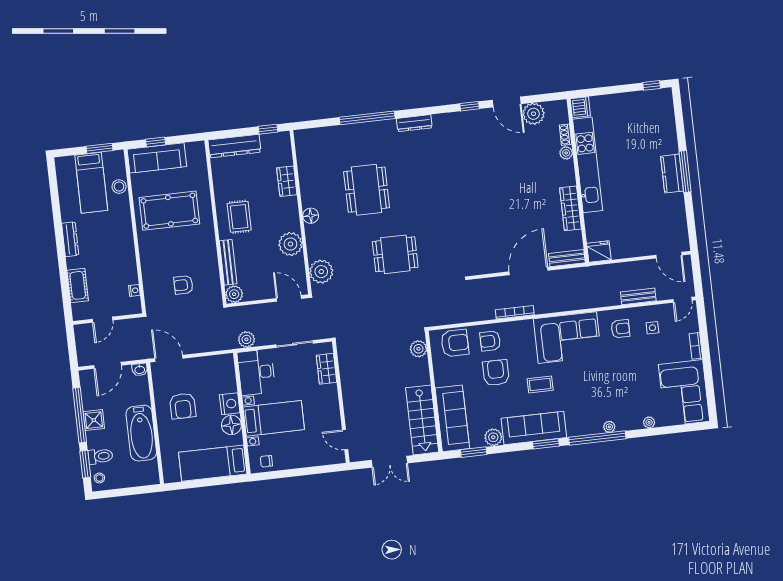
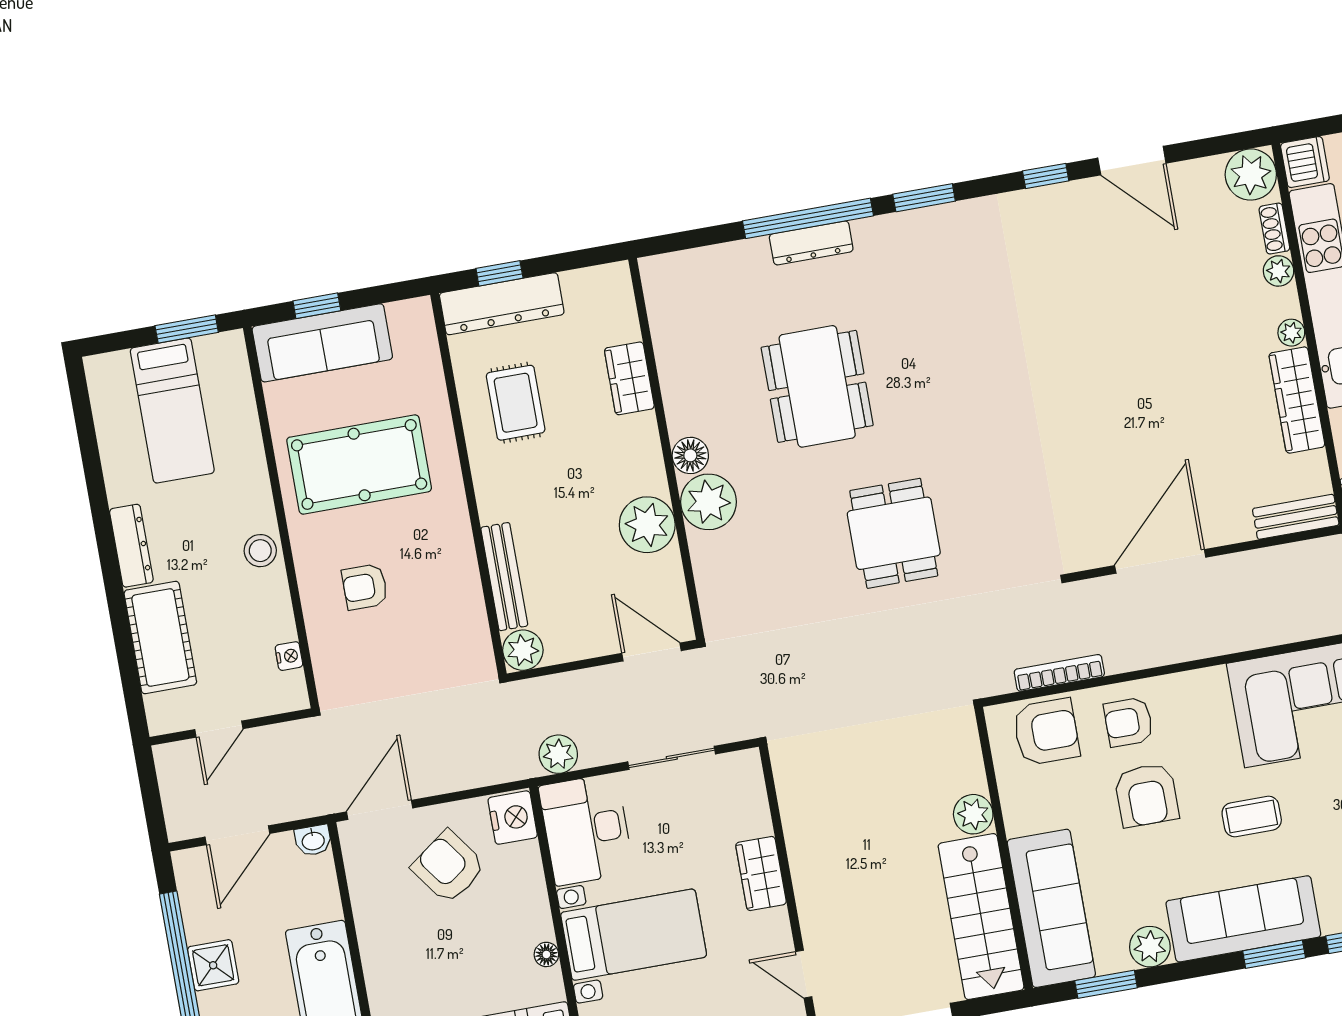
window: (417, 112) -> (924, 198), added
plant: (534, 114) -> (1251, 175), moved
dresser: (414, 123) -> (811, 243), moved
window: (268, 129) -> (499, 273), moved
plant: (570, 179) -> (1291, 333), added
stool: (119, 187) -> (260, 551), moved
rug: (239, 217) -> (516, 403), moved
dining table: (395, 254) -> (894, 533), turned 90
door: (529, 271) -> (1160, 561), moved
plant: (321, 272) -> (708, 502), moved
cot: (78, 285) -> (160, 638), width x1.37, depth x1.34
armchair: (183, 285) -> (365, 587), moved
bookcase: (515, 312) -> (1059, 673), moved
plant: (418, 349) -> (973, 814), moved
door: (169, 358) -> (380, 810), hinge flipped
wardrobe: (327, 369) -> (761, 874), moved
armchair: (496, 373) -> (1147, 795), turned 180
nightstand: (230, 404) -> (513, 818), moved
armchair: (183, 406) -> (448, 867), moved, turned 144
floor lamp: (231, 425) -> (546, 954), width x0.53, depth x0.53

